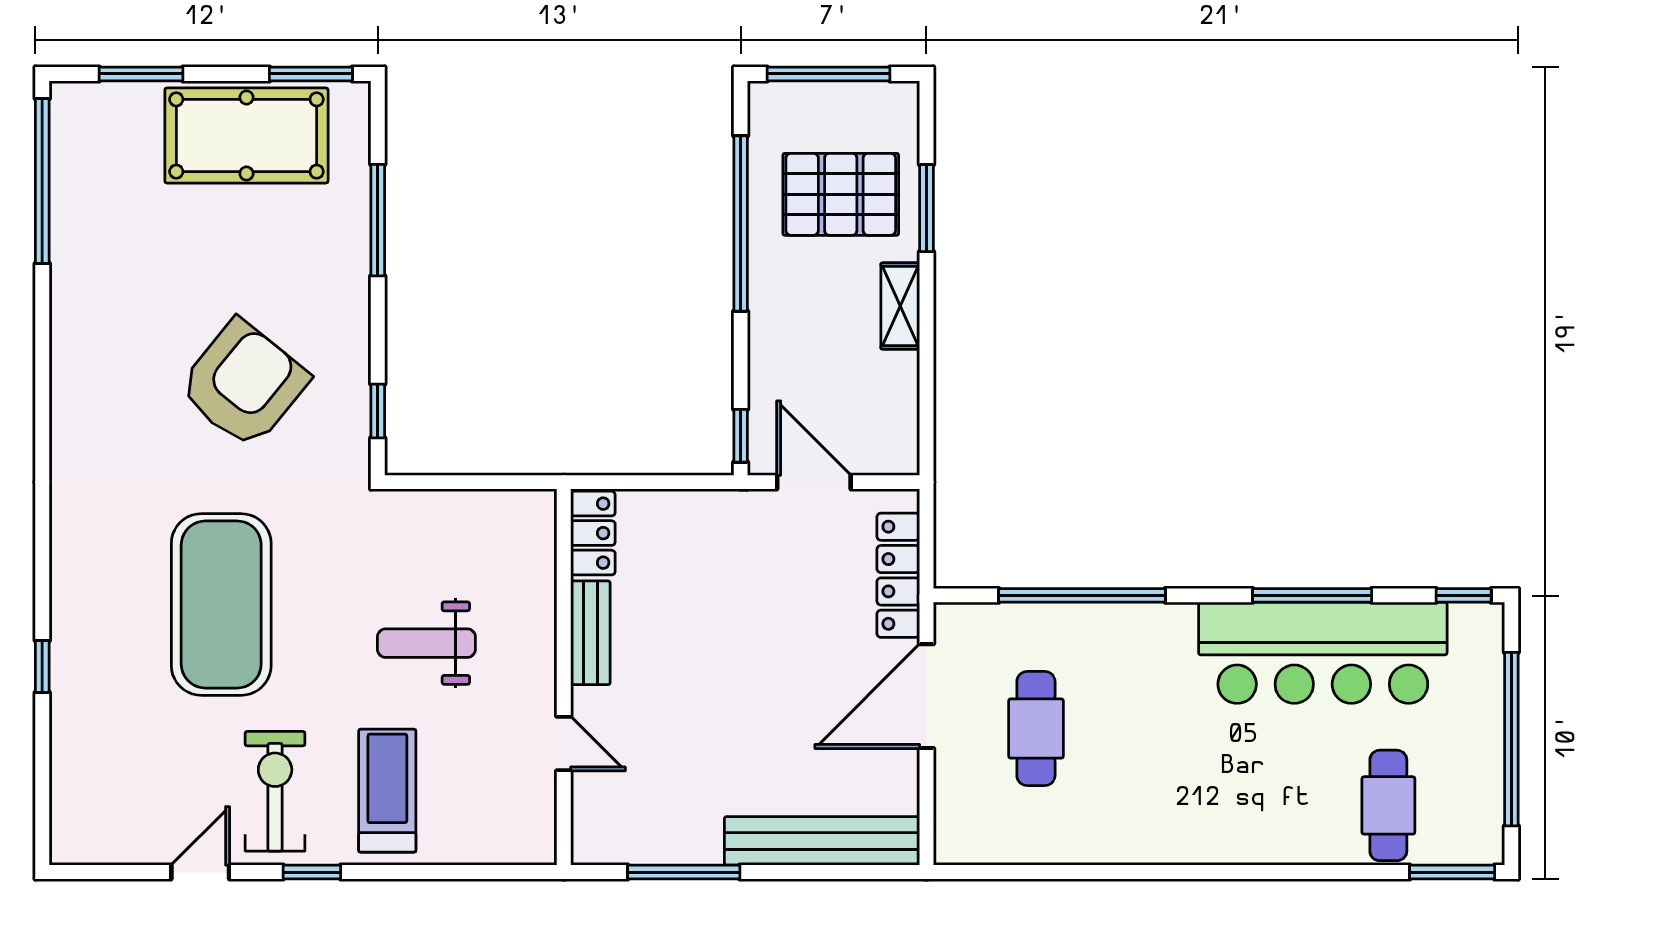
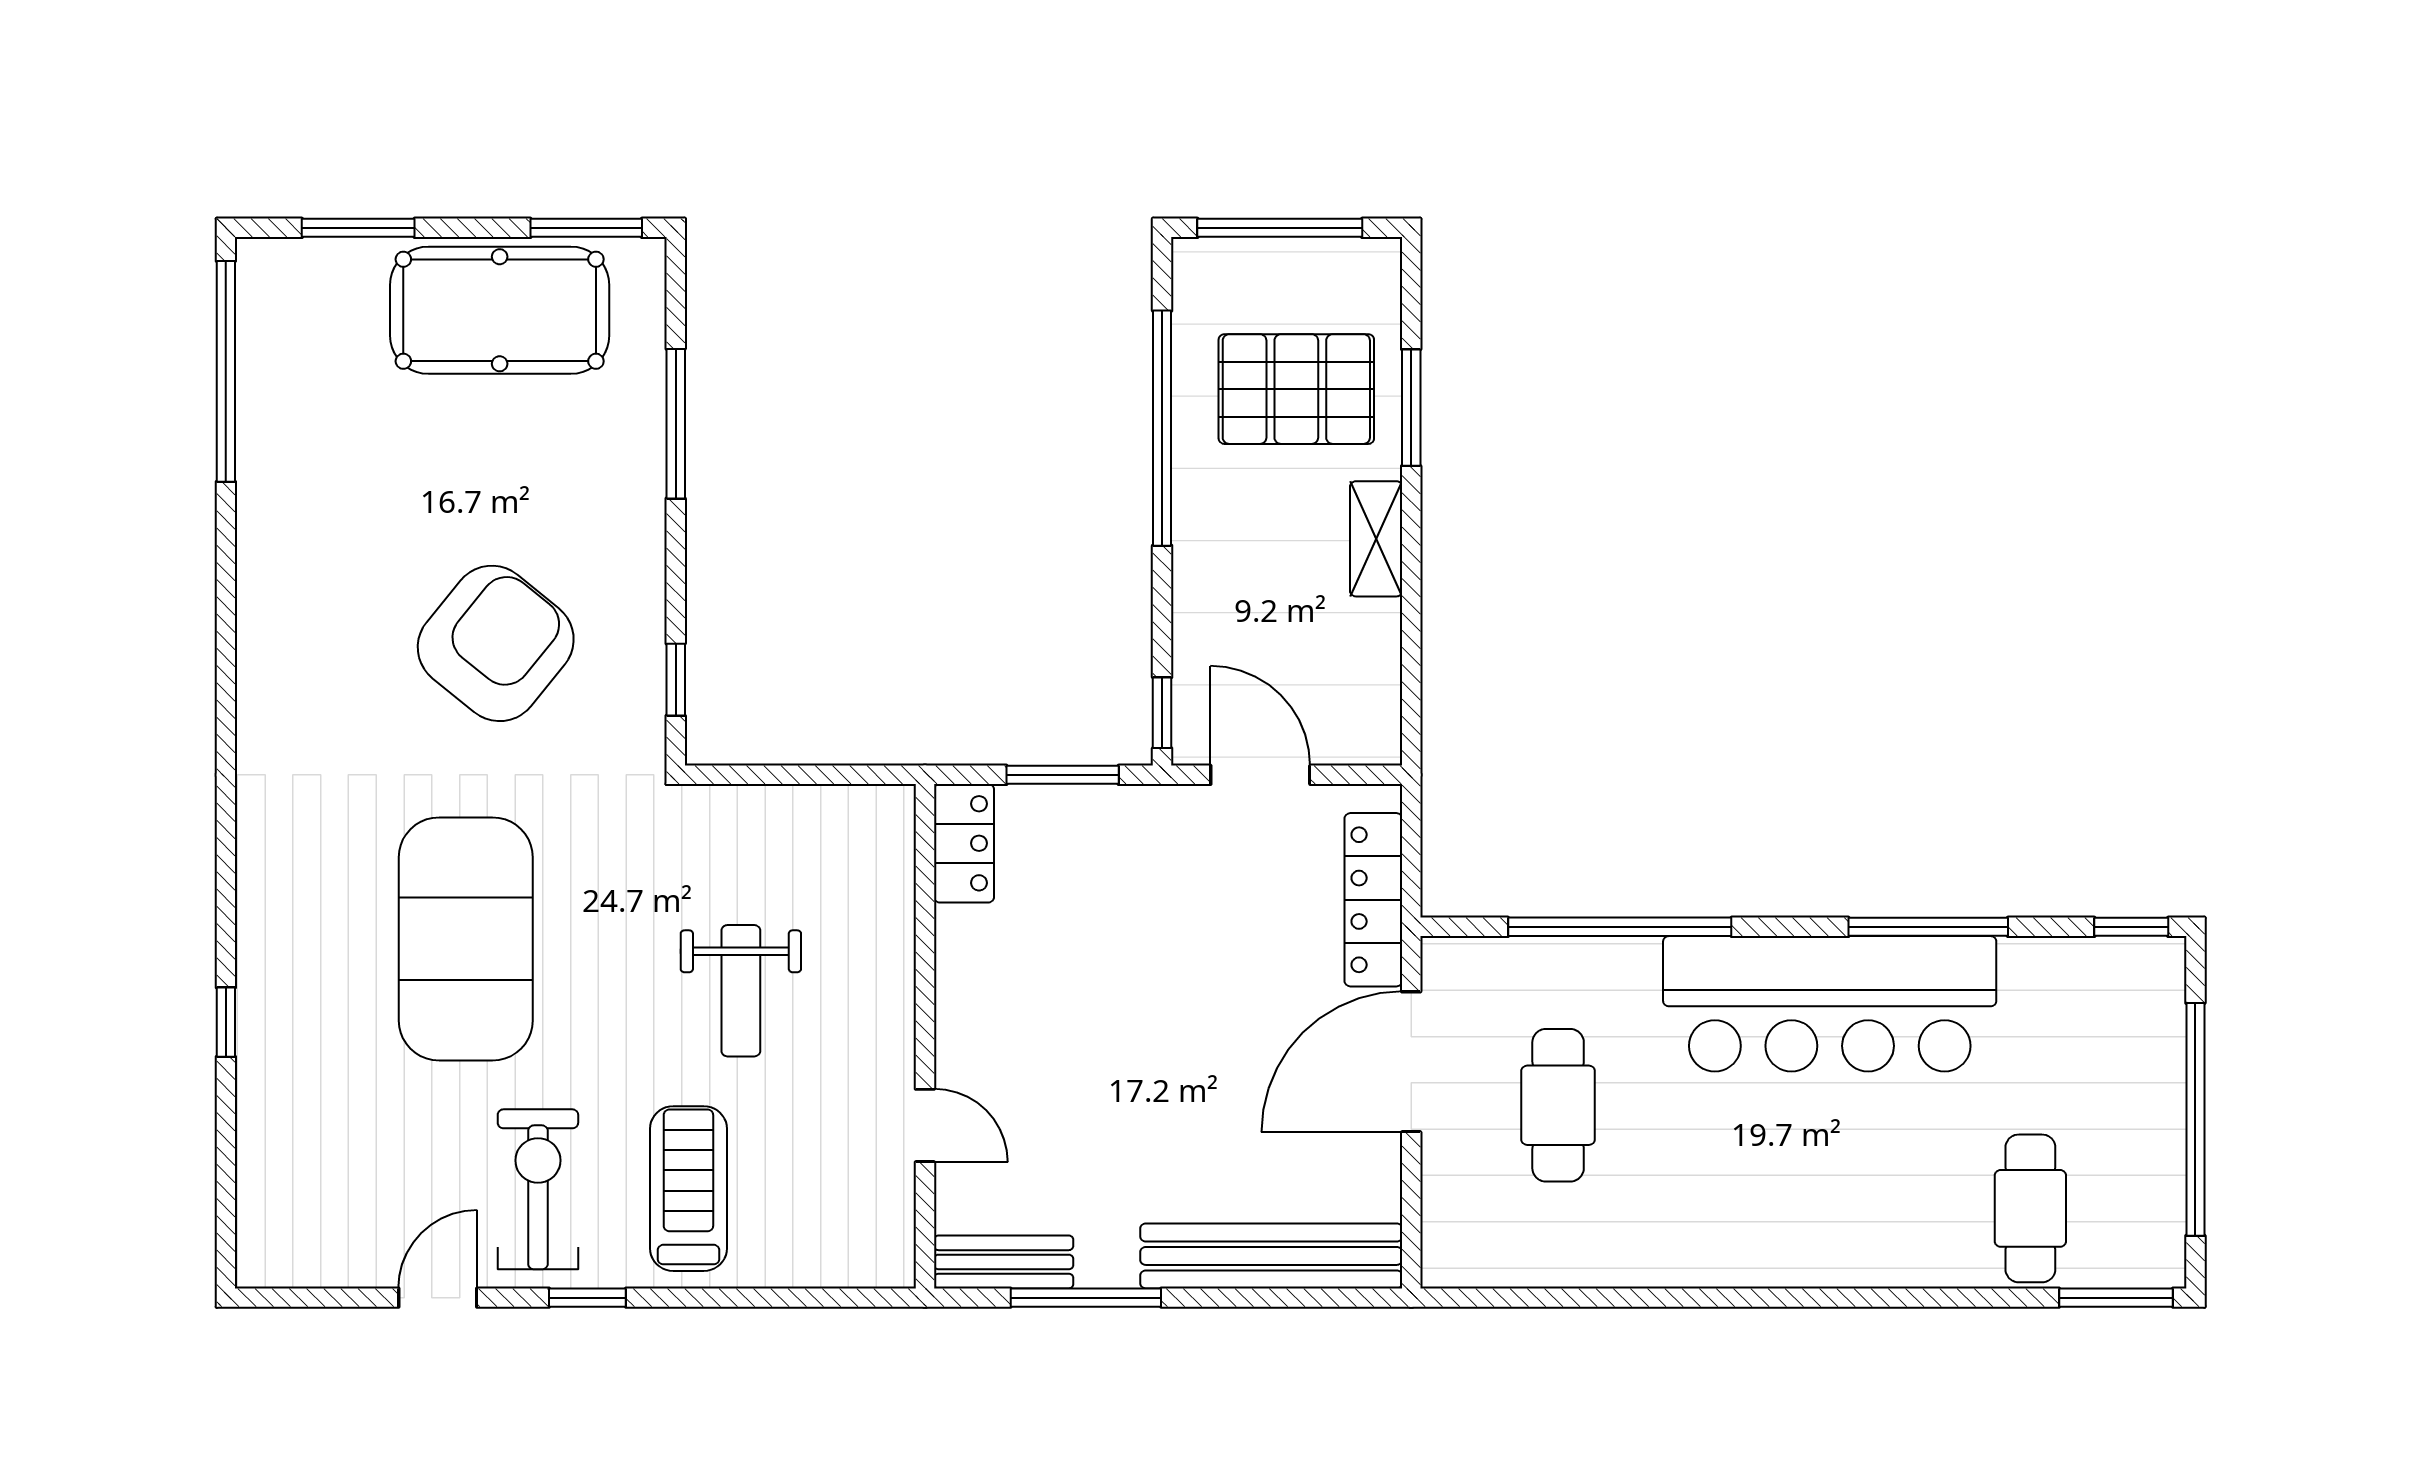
window: (666, 482) -> (1063, 775), added
bench: (590, 633) -> (1004, 1262), moved, turned 90
weight bench: (426, 643) -> (741, 991), turned -90
bar counter: (1323, 653) -> (1830, 1004), moved

